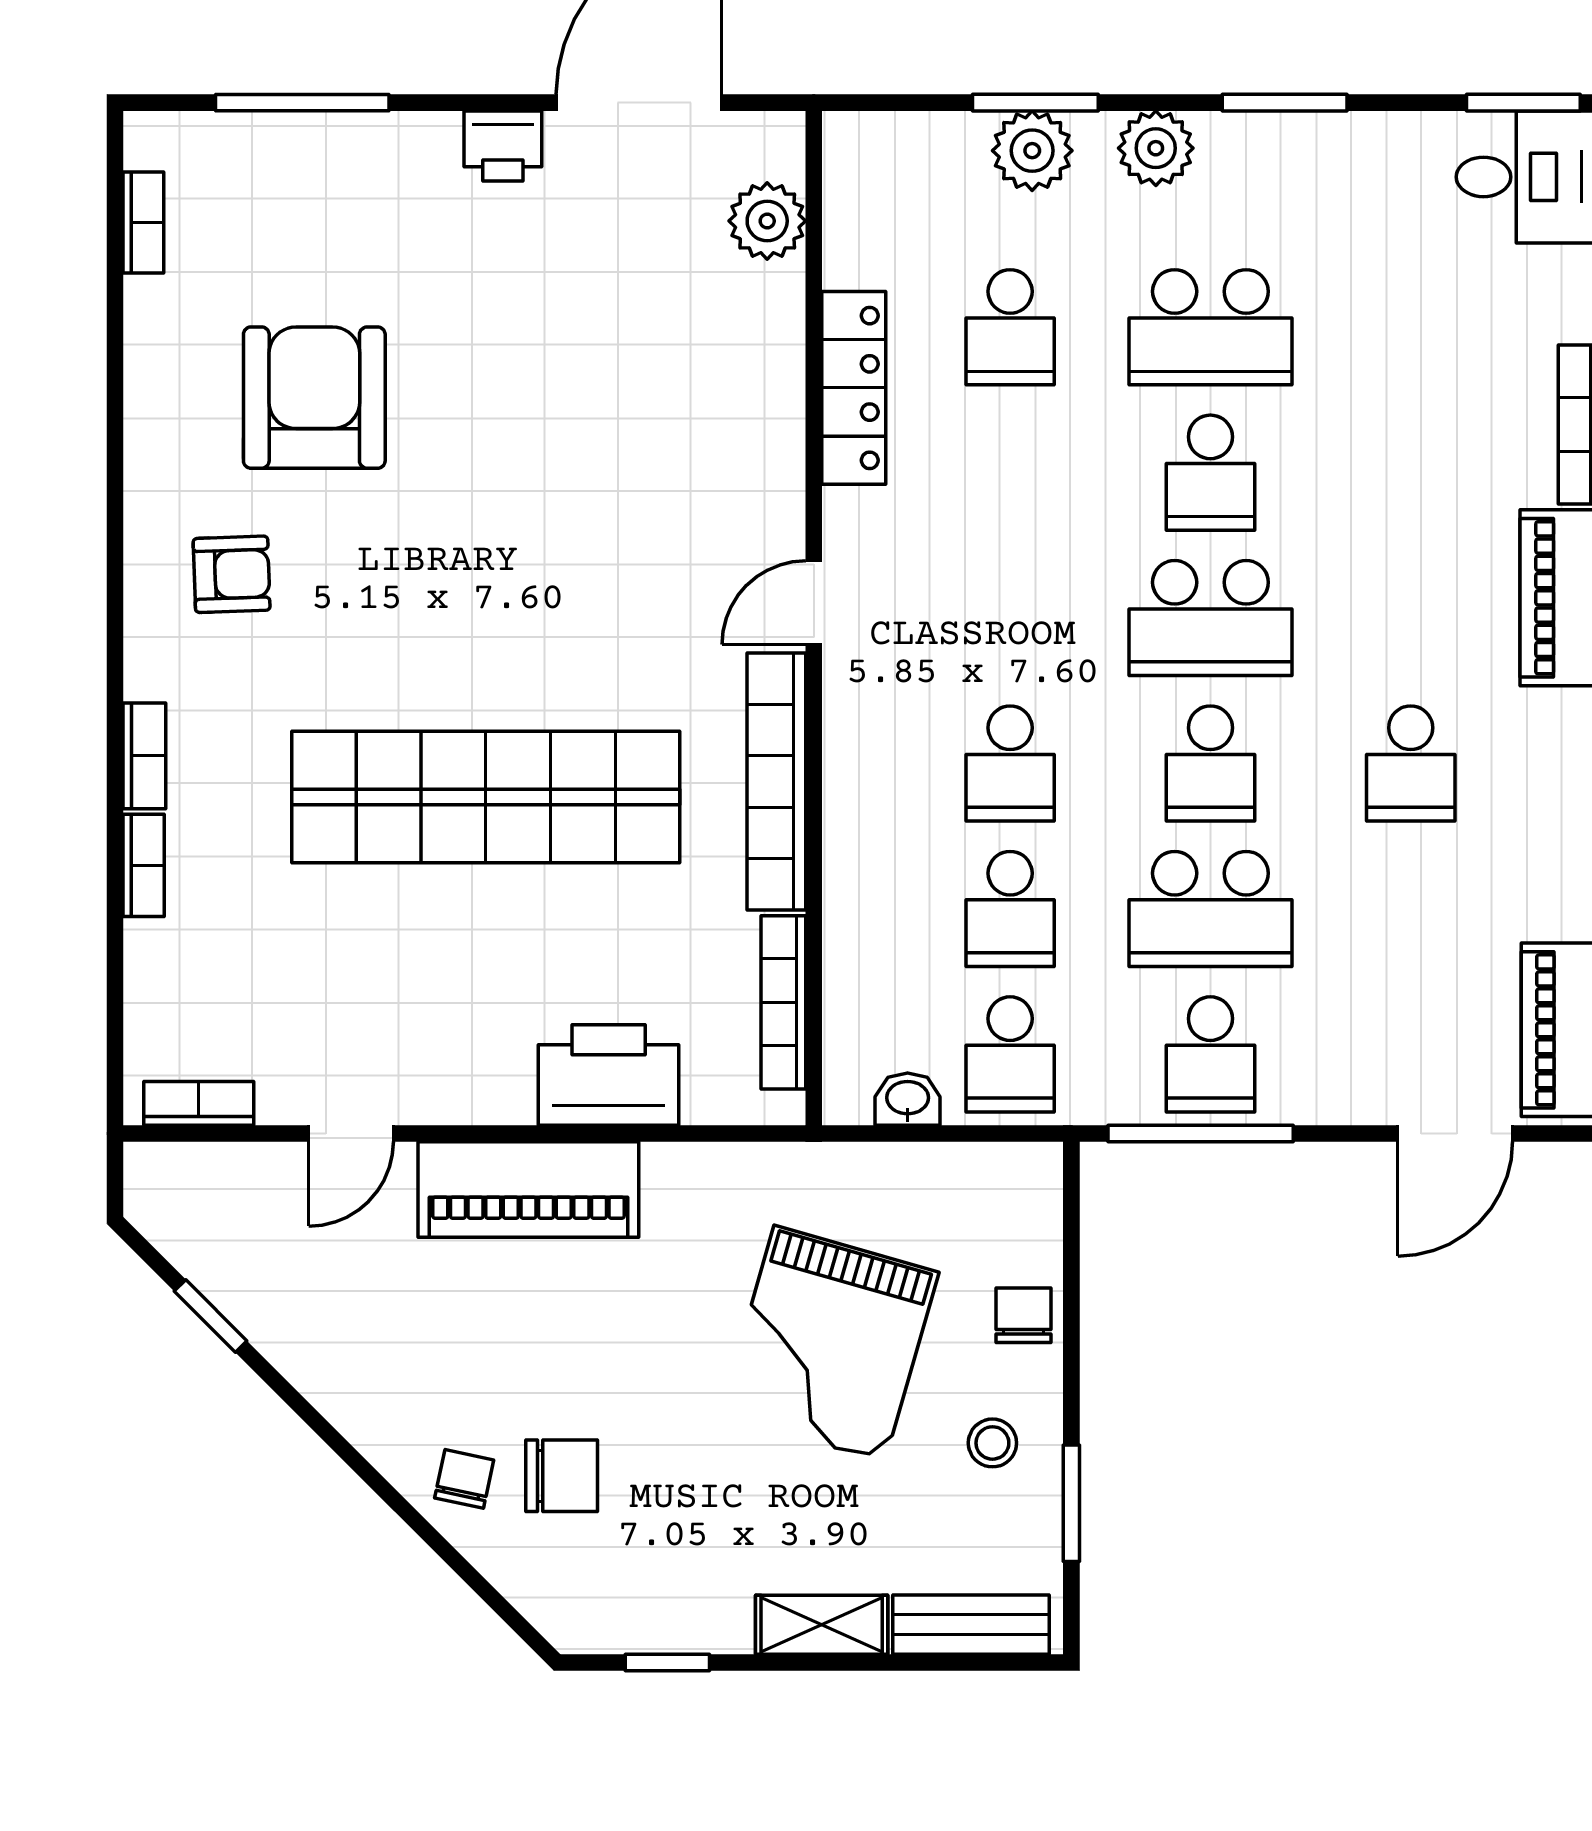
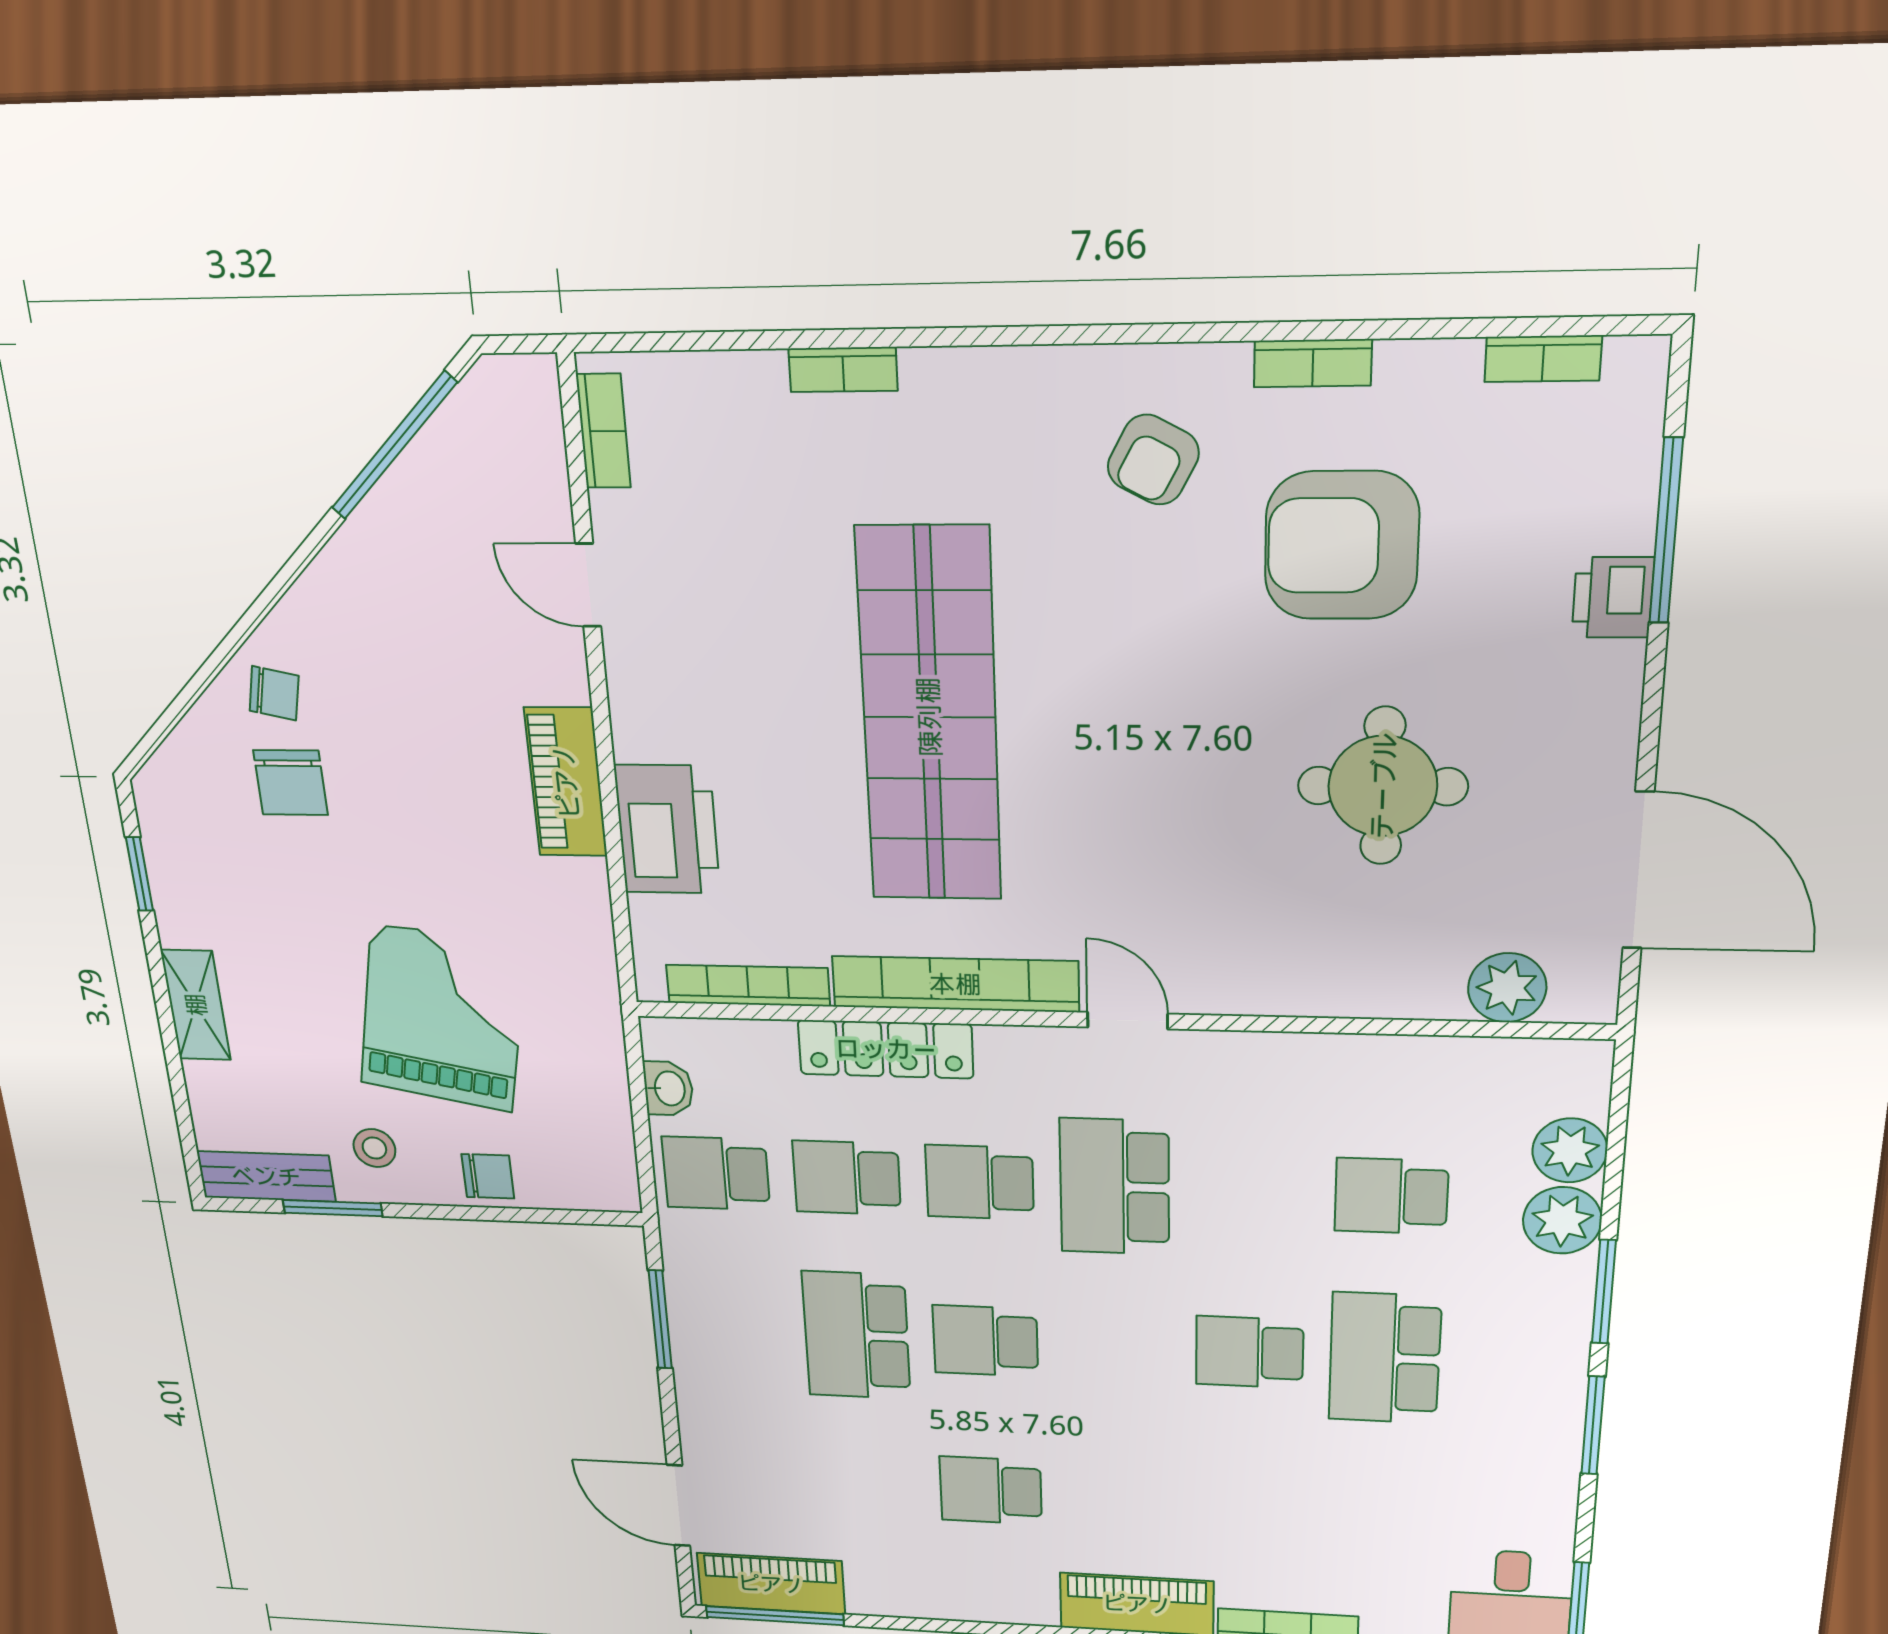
window: (1035, 103) -> (1604, 1292), moved
printer: (503, 146) -> (1613, 597), moved
plant: (1156, 148) -> (1570, 1150), moved
round table: (554, 351) -> (1383, 786), added
locker: (854, 388) -> (886, 1049), moved
armchair: (314, 398) -> (1342, 546), turned 180
armchair: (232, 574) -> (1153, 460), turned 30
school desk: (1210, 618) -> (1115, 1187), moved
bookcase: (144, 756) -> (1313, 363), moved
school desk: (1210, 1054) -> (729, 1330), removed
window: (1201, 1134) -> (660, 1320), width x0.69
piano: (528, 1190) -> (566, 782), width x0.73, depth x0.75
window: (211, 1316) -> (394, 446), width x2.17
grand piano: (829, 1344) -> (442, 1018), turned 85
bench: (971, 1625) -> (266, 1176), moved, turned 90

